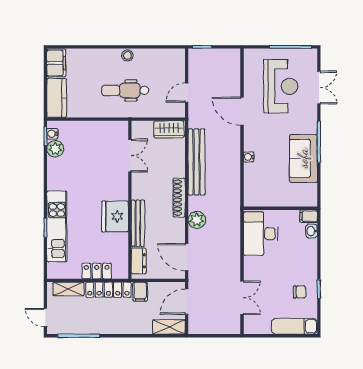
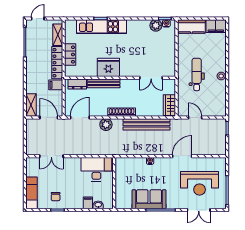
filing cabinet: (309, 216) -> (88, 203), moved

